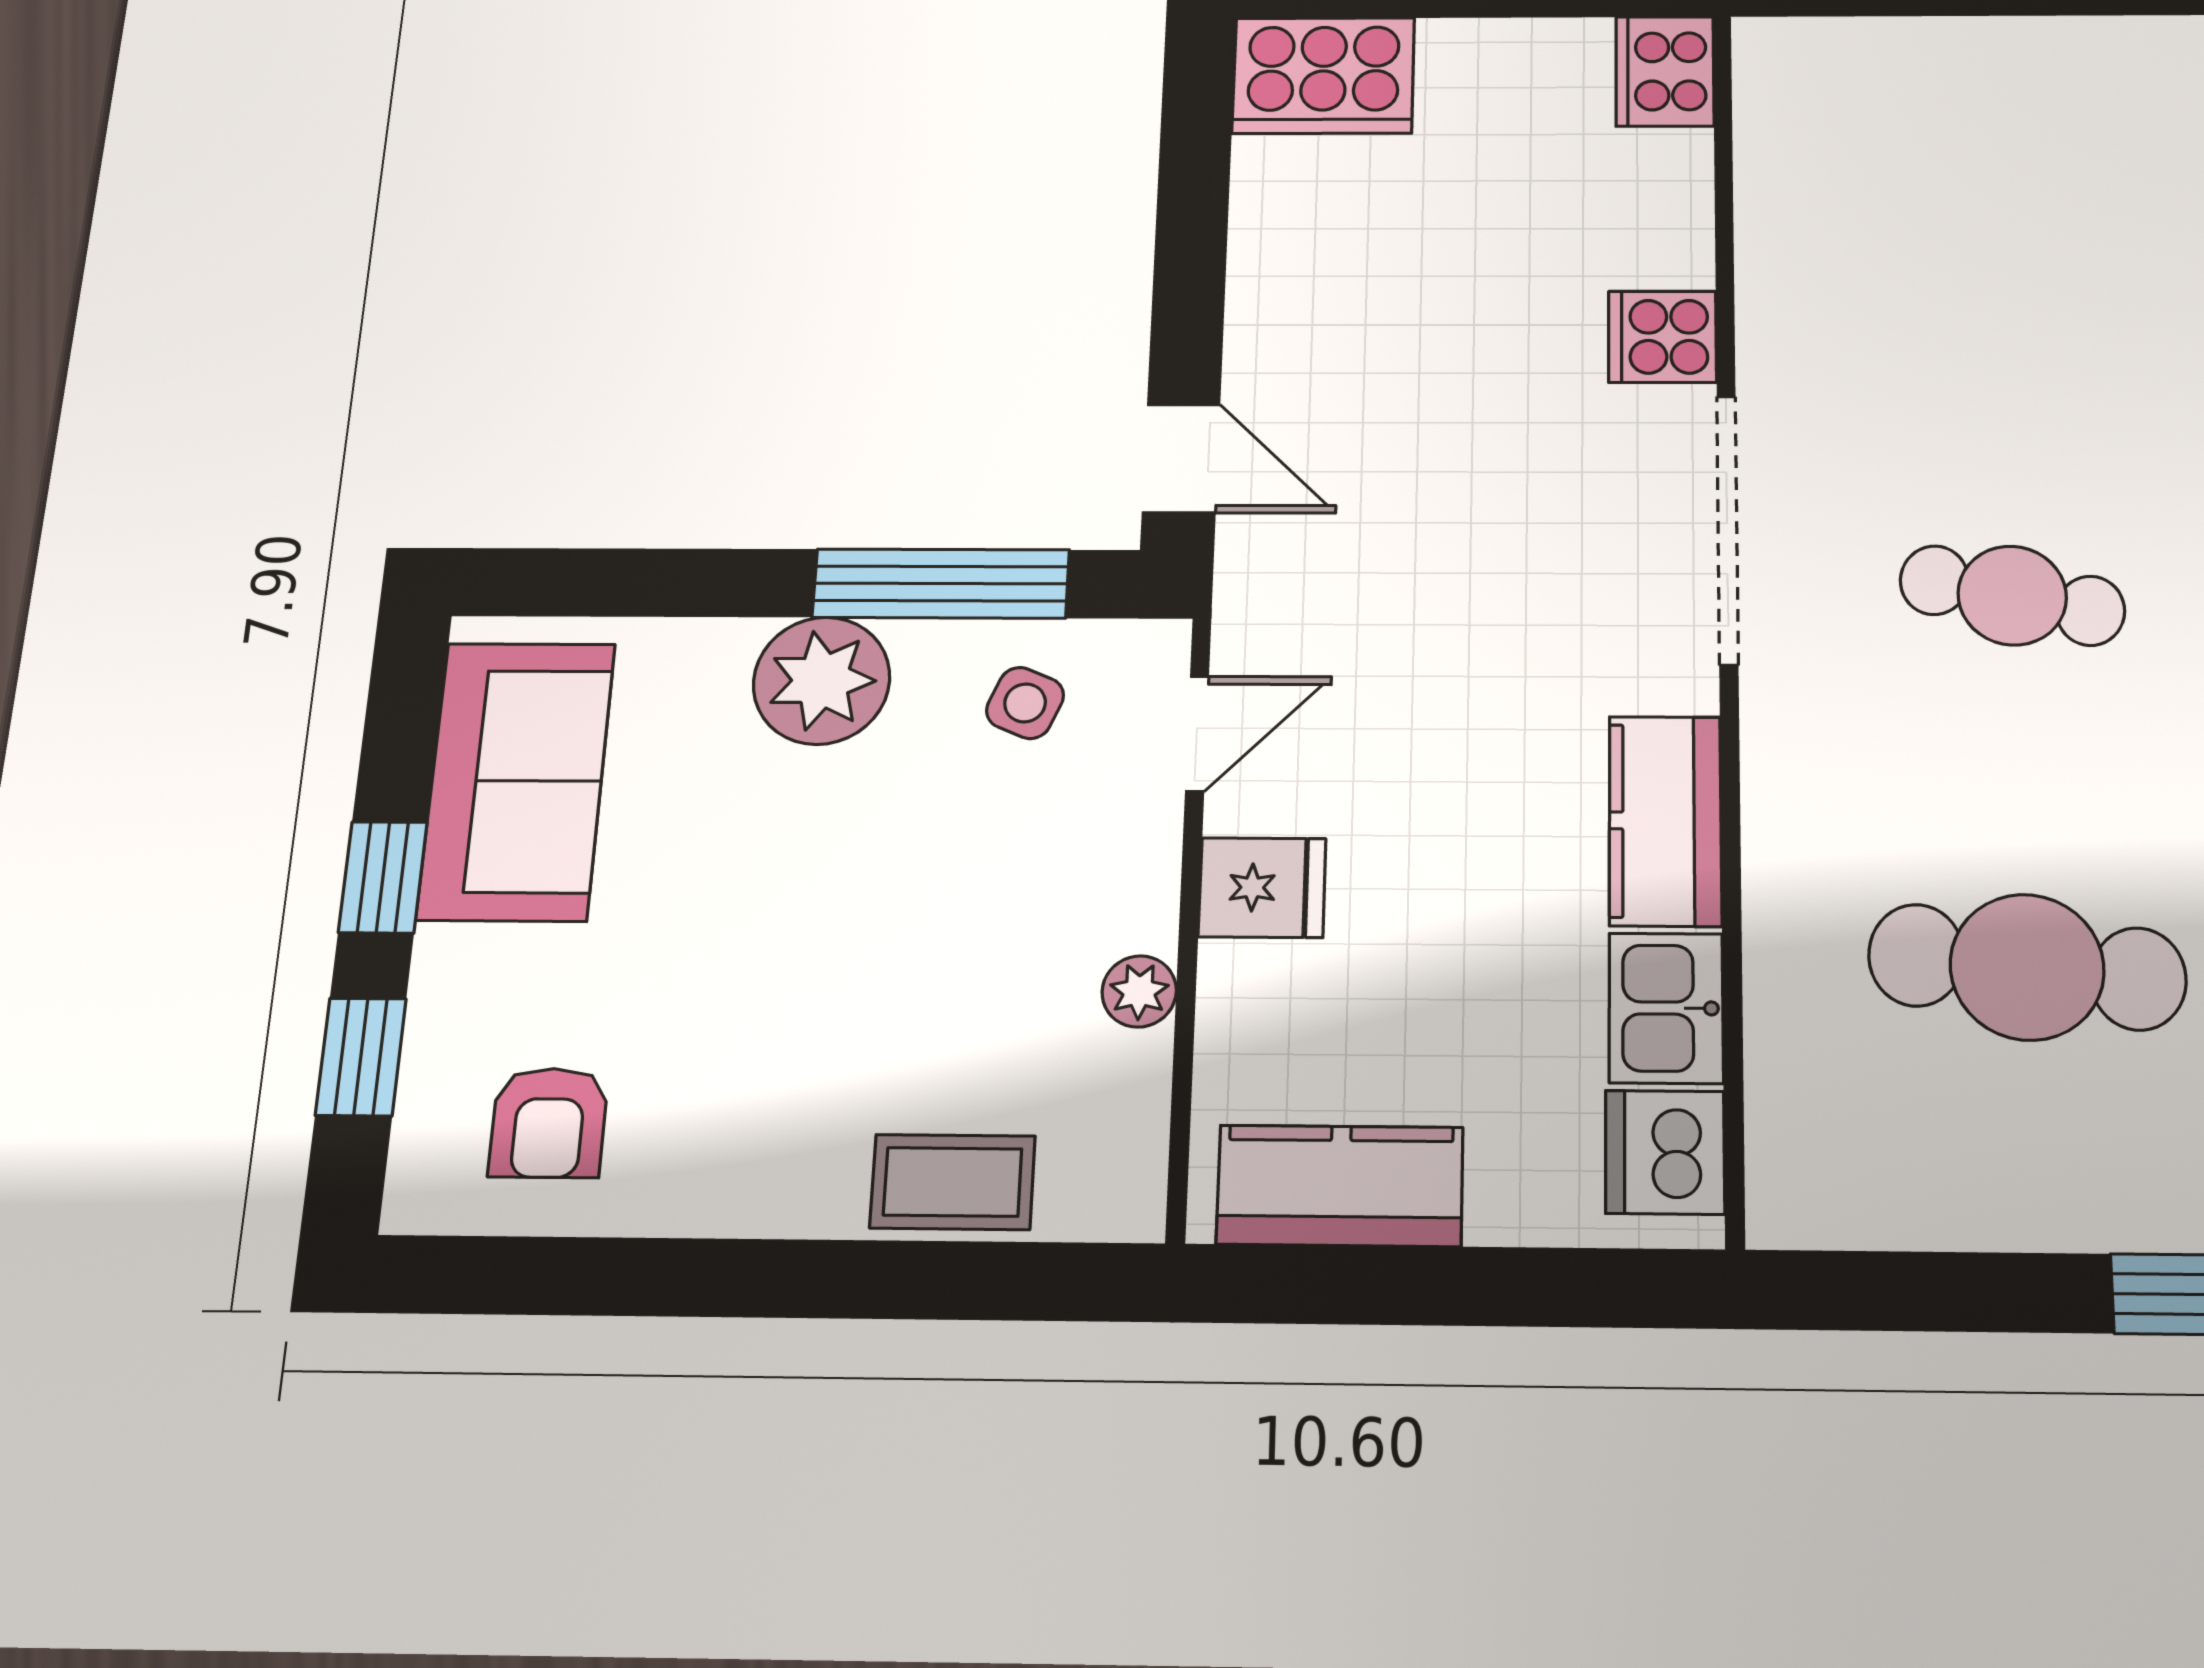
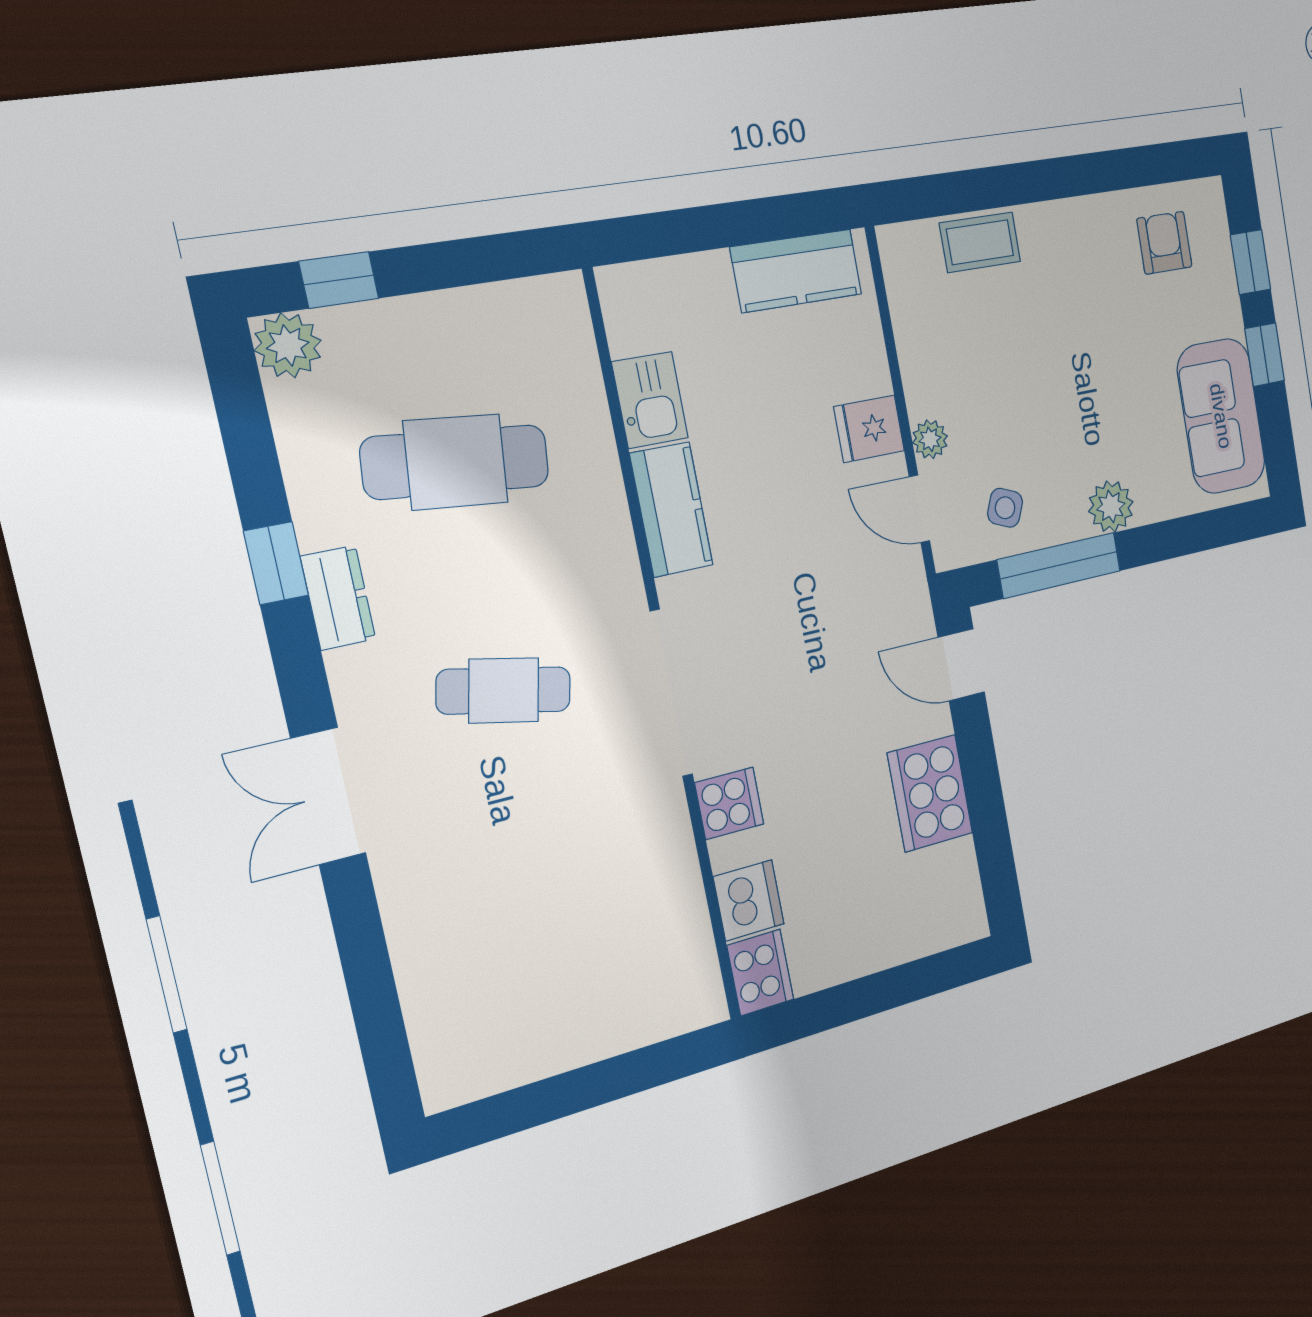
cooker: (1323, 75) -> (930, 793), moved, turned -90
plant: (822, 681) -> (1111, 507), width x0.73, depth x0.73
door: (1197, 734) -> (919, 509), hinge flipped
plant: (1139, 991) -> (930, 439), moved
dishwasher: (1665, 1152) -> (749, 900), moved

